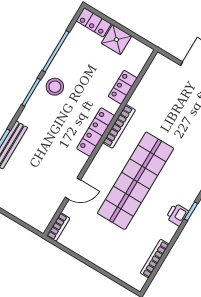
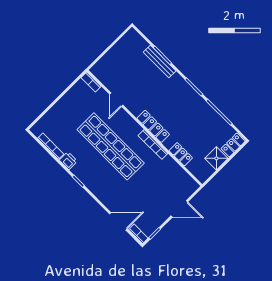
stool: (55, 87) -> (193, 105), removed
printer: (177, 215) -> (68, 161), moved

